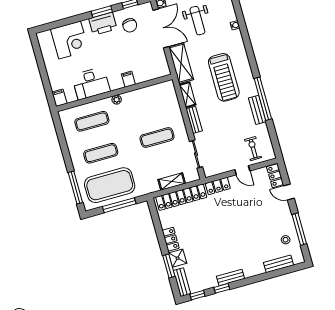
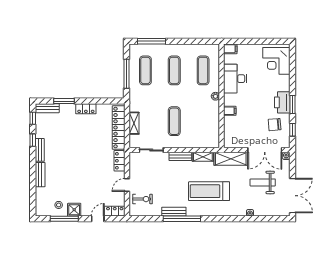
corner desk: (70, 40) -> (276, 61), moved
exercise mat: (110, 185) -> (145, 70), width x0.50, depth x0.69
shower: (178, 258) -> (74, 210), moved
bench: (278, 264) -> (40, 175), moved

